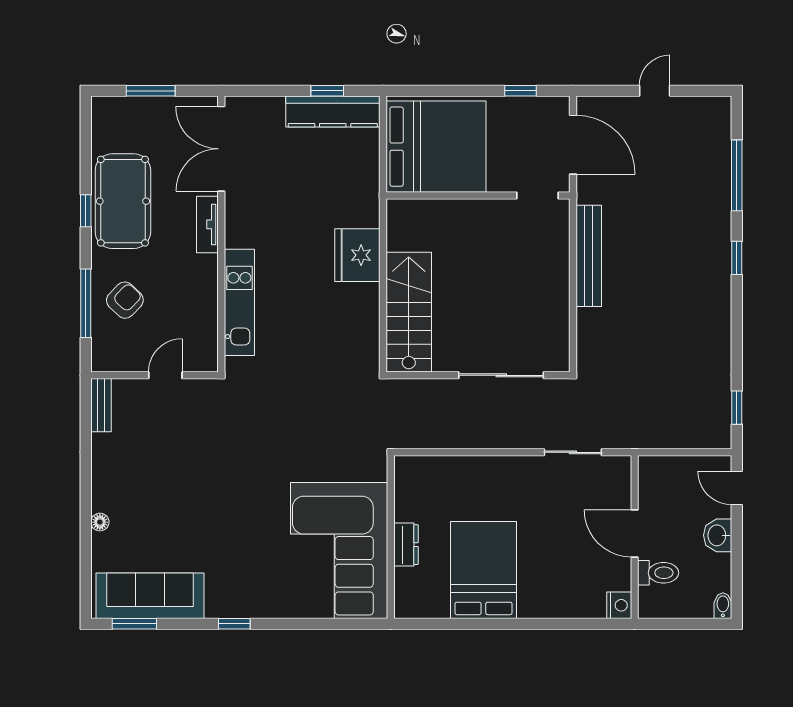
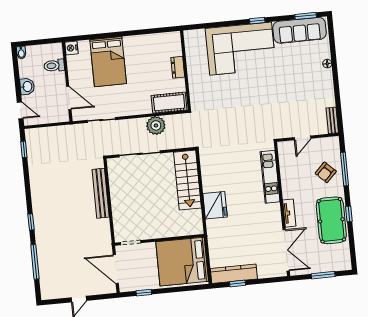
bench: (589, 256) -> (101, 193), moved
plant: (462, 430) -> (156, 125), added
cot: (431, 474) -> (169, 103), added
door: (635, 534) -> (69, 98), moved
corner sofa: (339, 551) -> (241, 49), moved, turned 90
bed: (483, 570) -> (108, 62), moved

